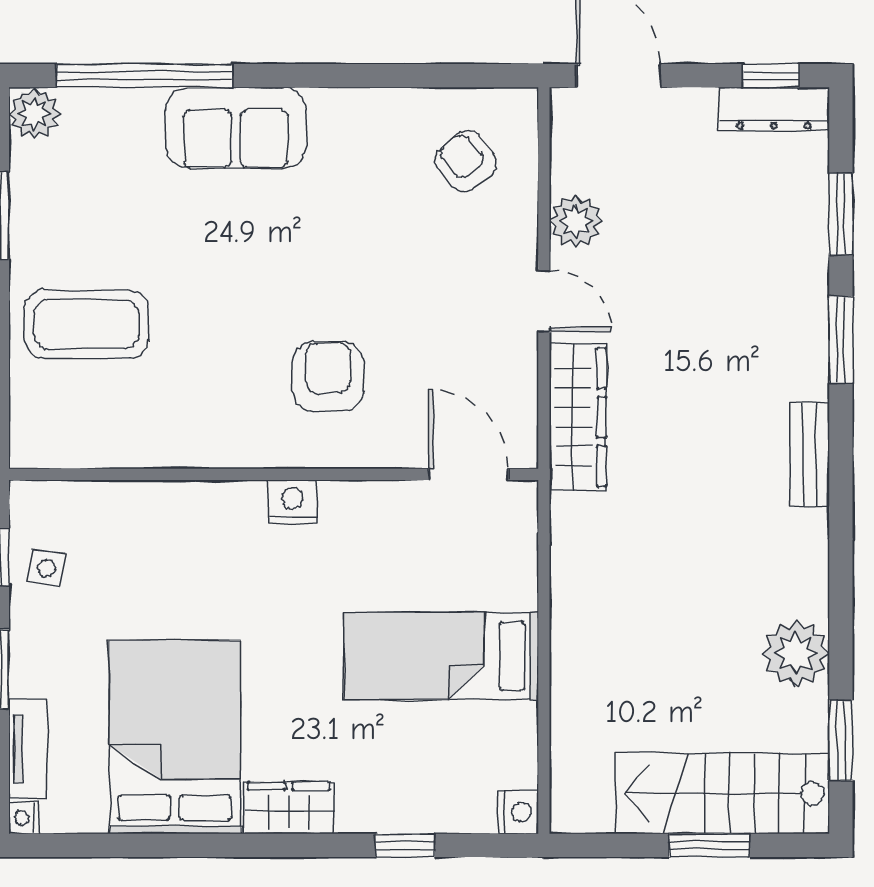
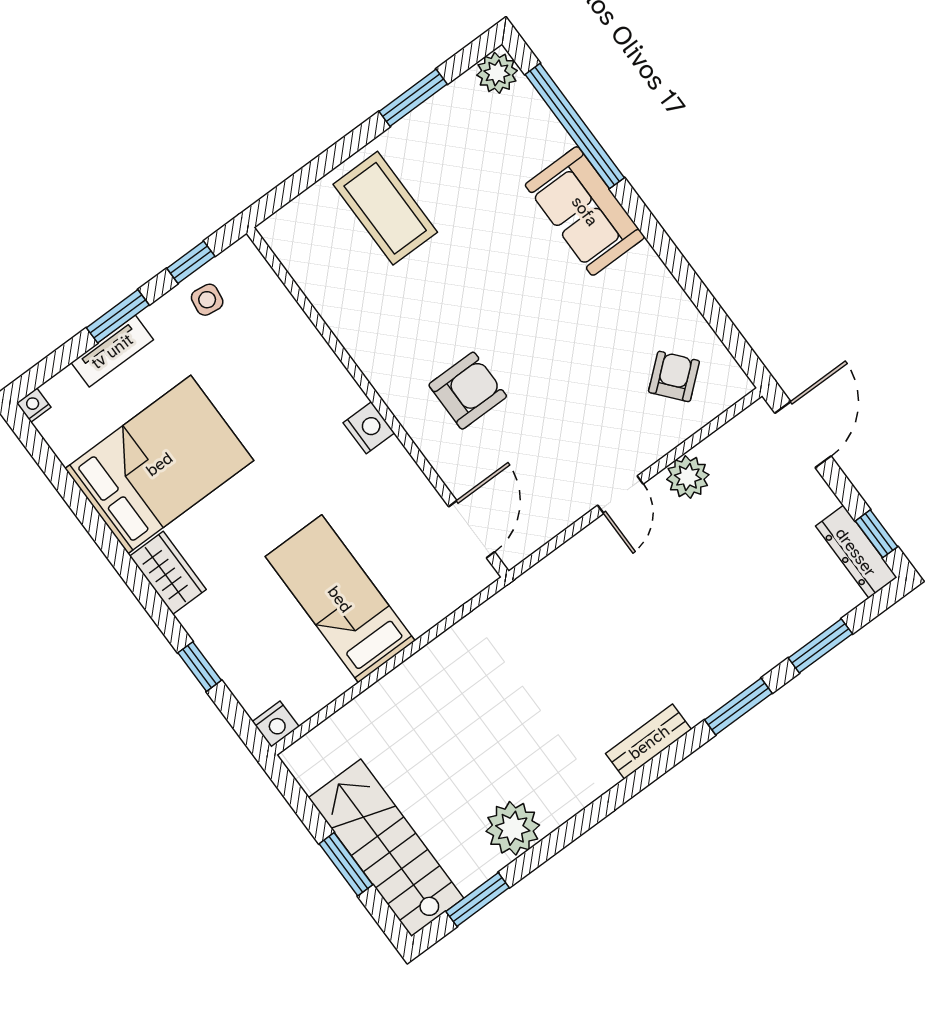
wardrobe: (578, 417) -> (561, 573), removed
tv unit: (28, 749) -> (112, 351), moved

